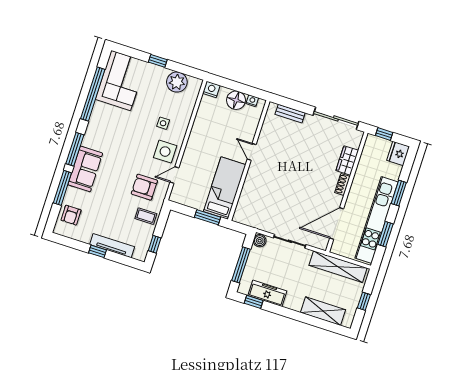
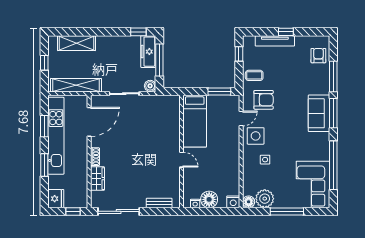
window: (158, 61) -> (287, 211), width x2.17
floor lamp: (195, 84) -> (249, 202), added
sofa: (85, 169) -> (319, 113), moved
window: (207, 217) -> (219, 91), moved
freezer: (267, 293) -> (148, 52), moved, turned 90

